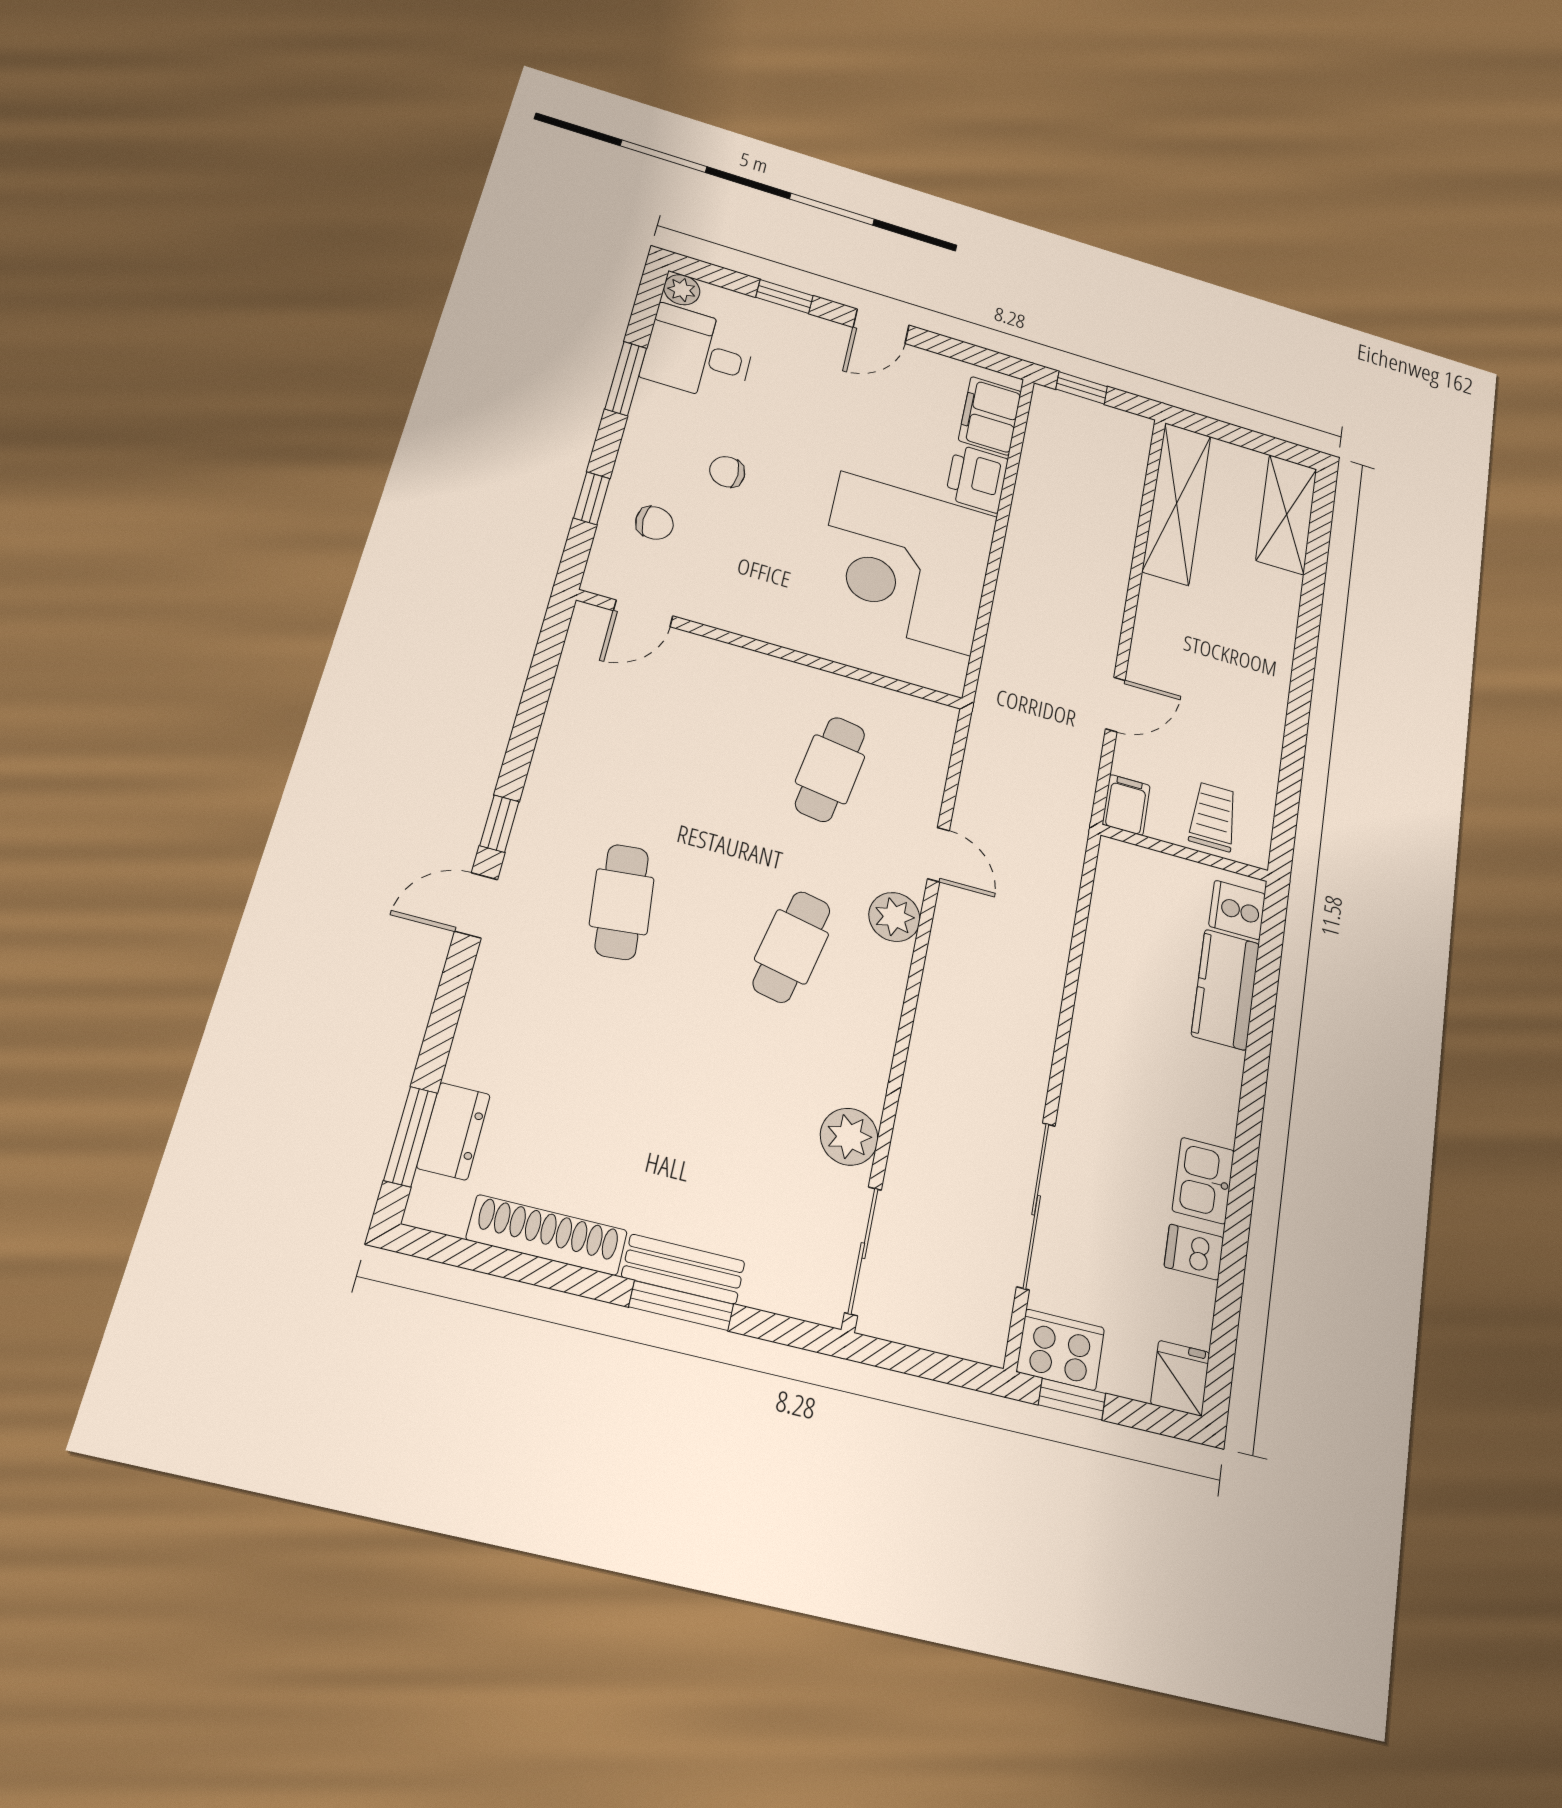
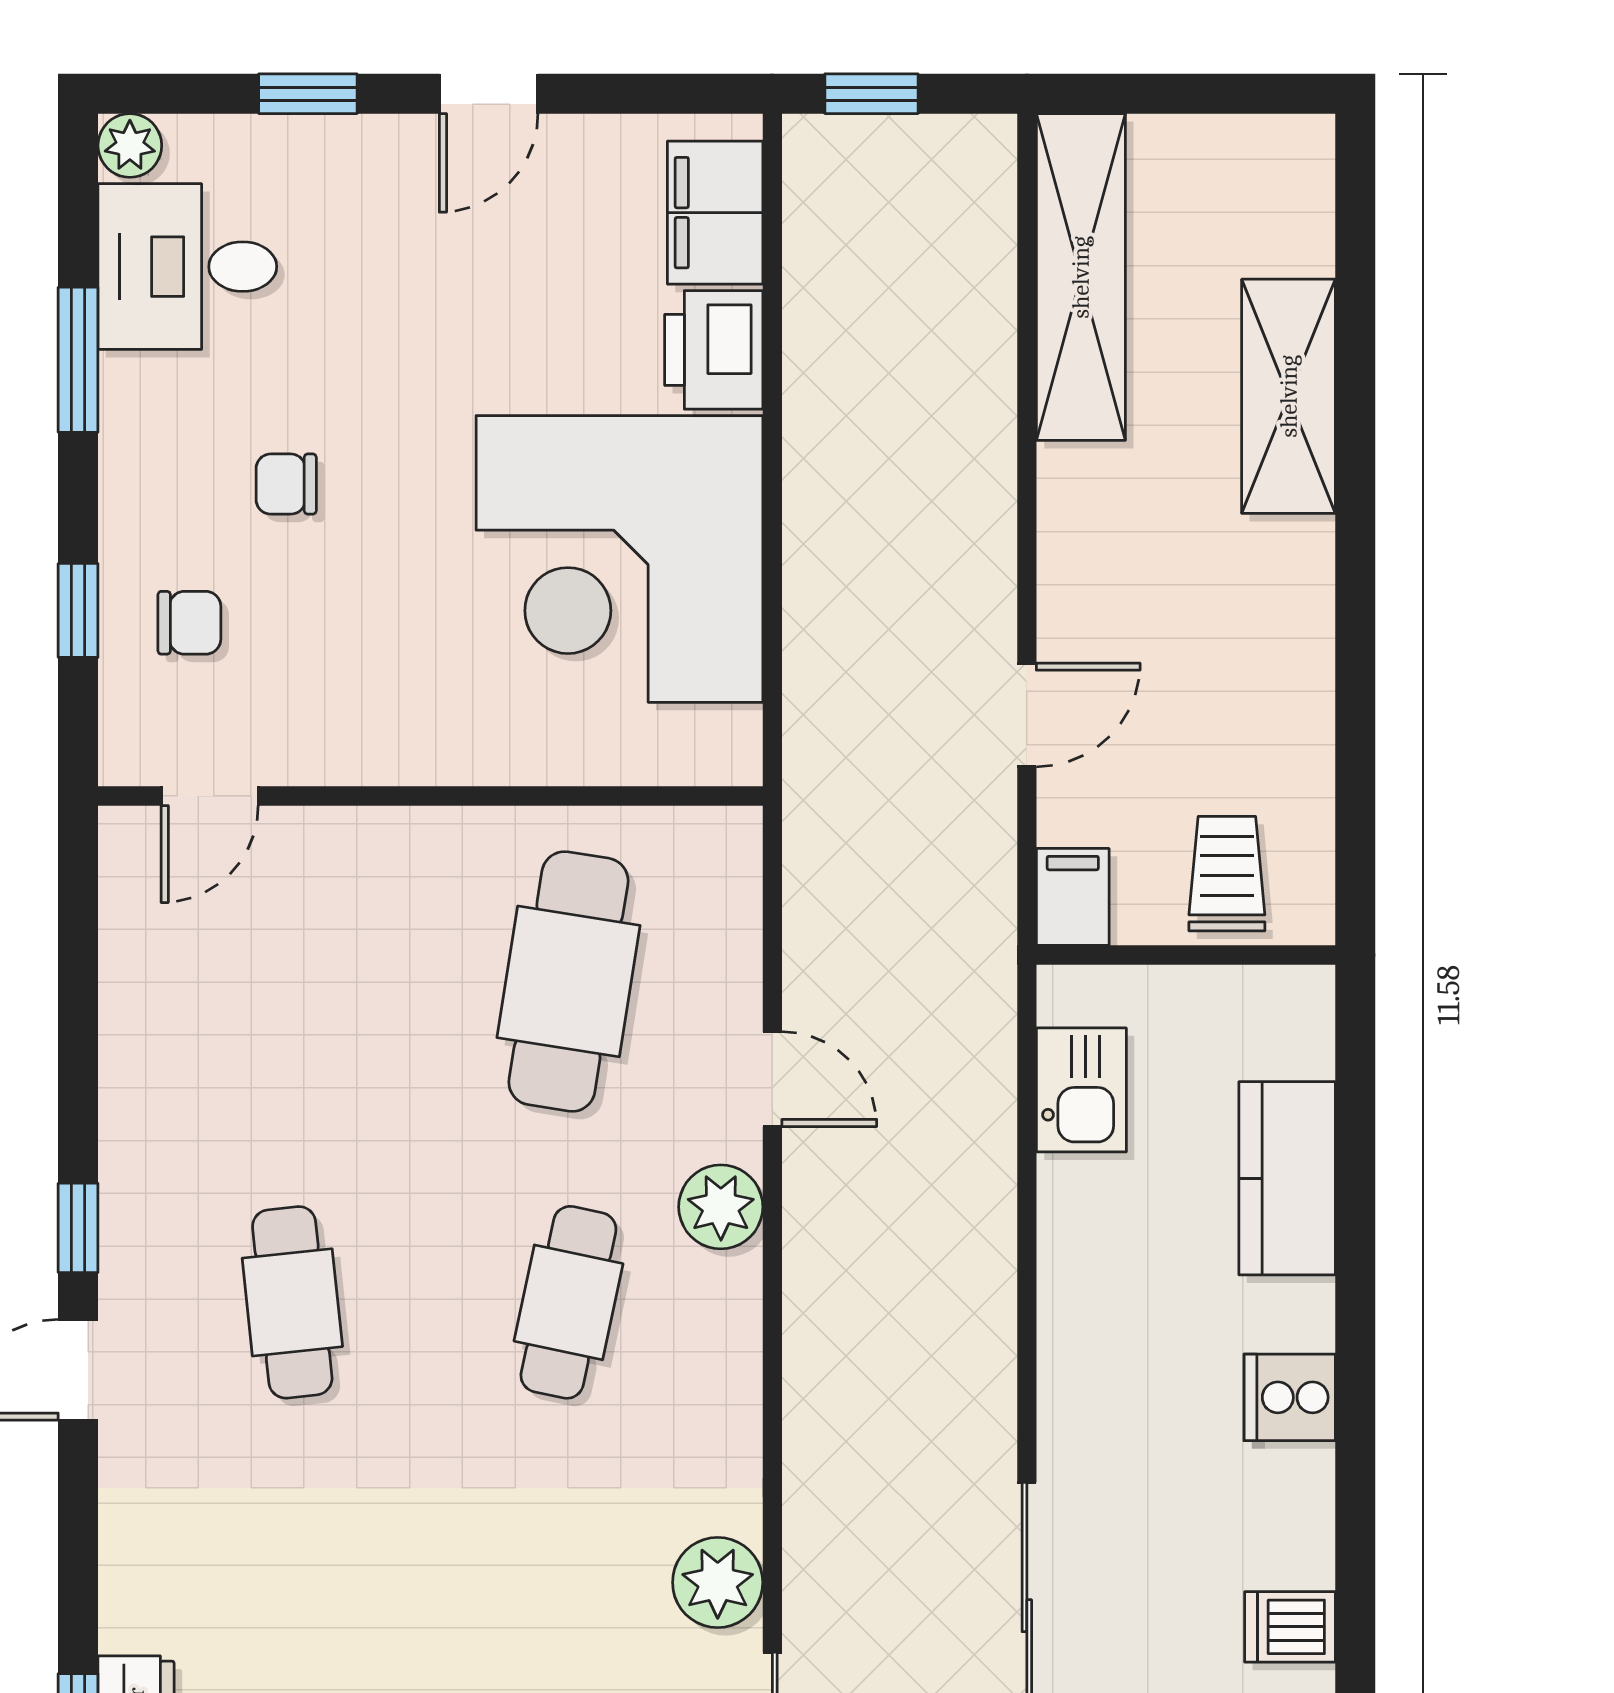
shelving: (1287, 514) -> (1289, 396), moved
cafe table: (830, 769) -> (568, 981), width x1.37, depth x1.35
cooker: (1237, 910) -> (1290, 1397), moved
kitchen sink: (1203, 1181) -> (1081, 1090), moved, turned 180

